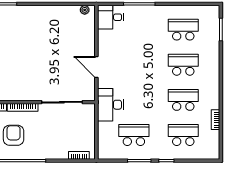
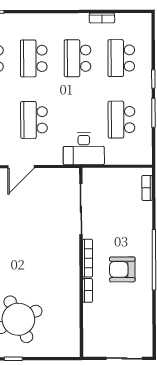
school desk: (134, 65) -> (34, 120), added
door: (96, 67) -> (21, 167), moved

